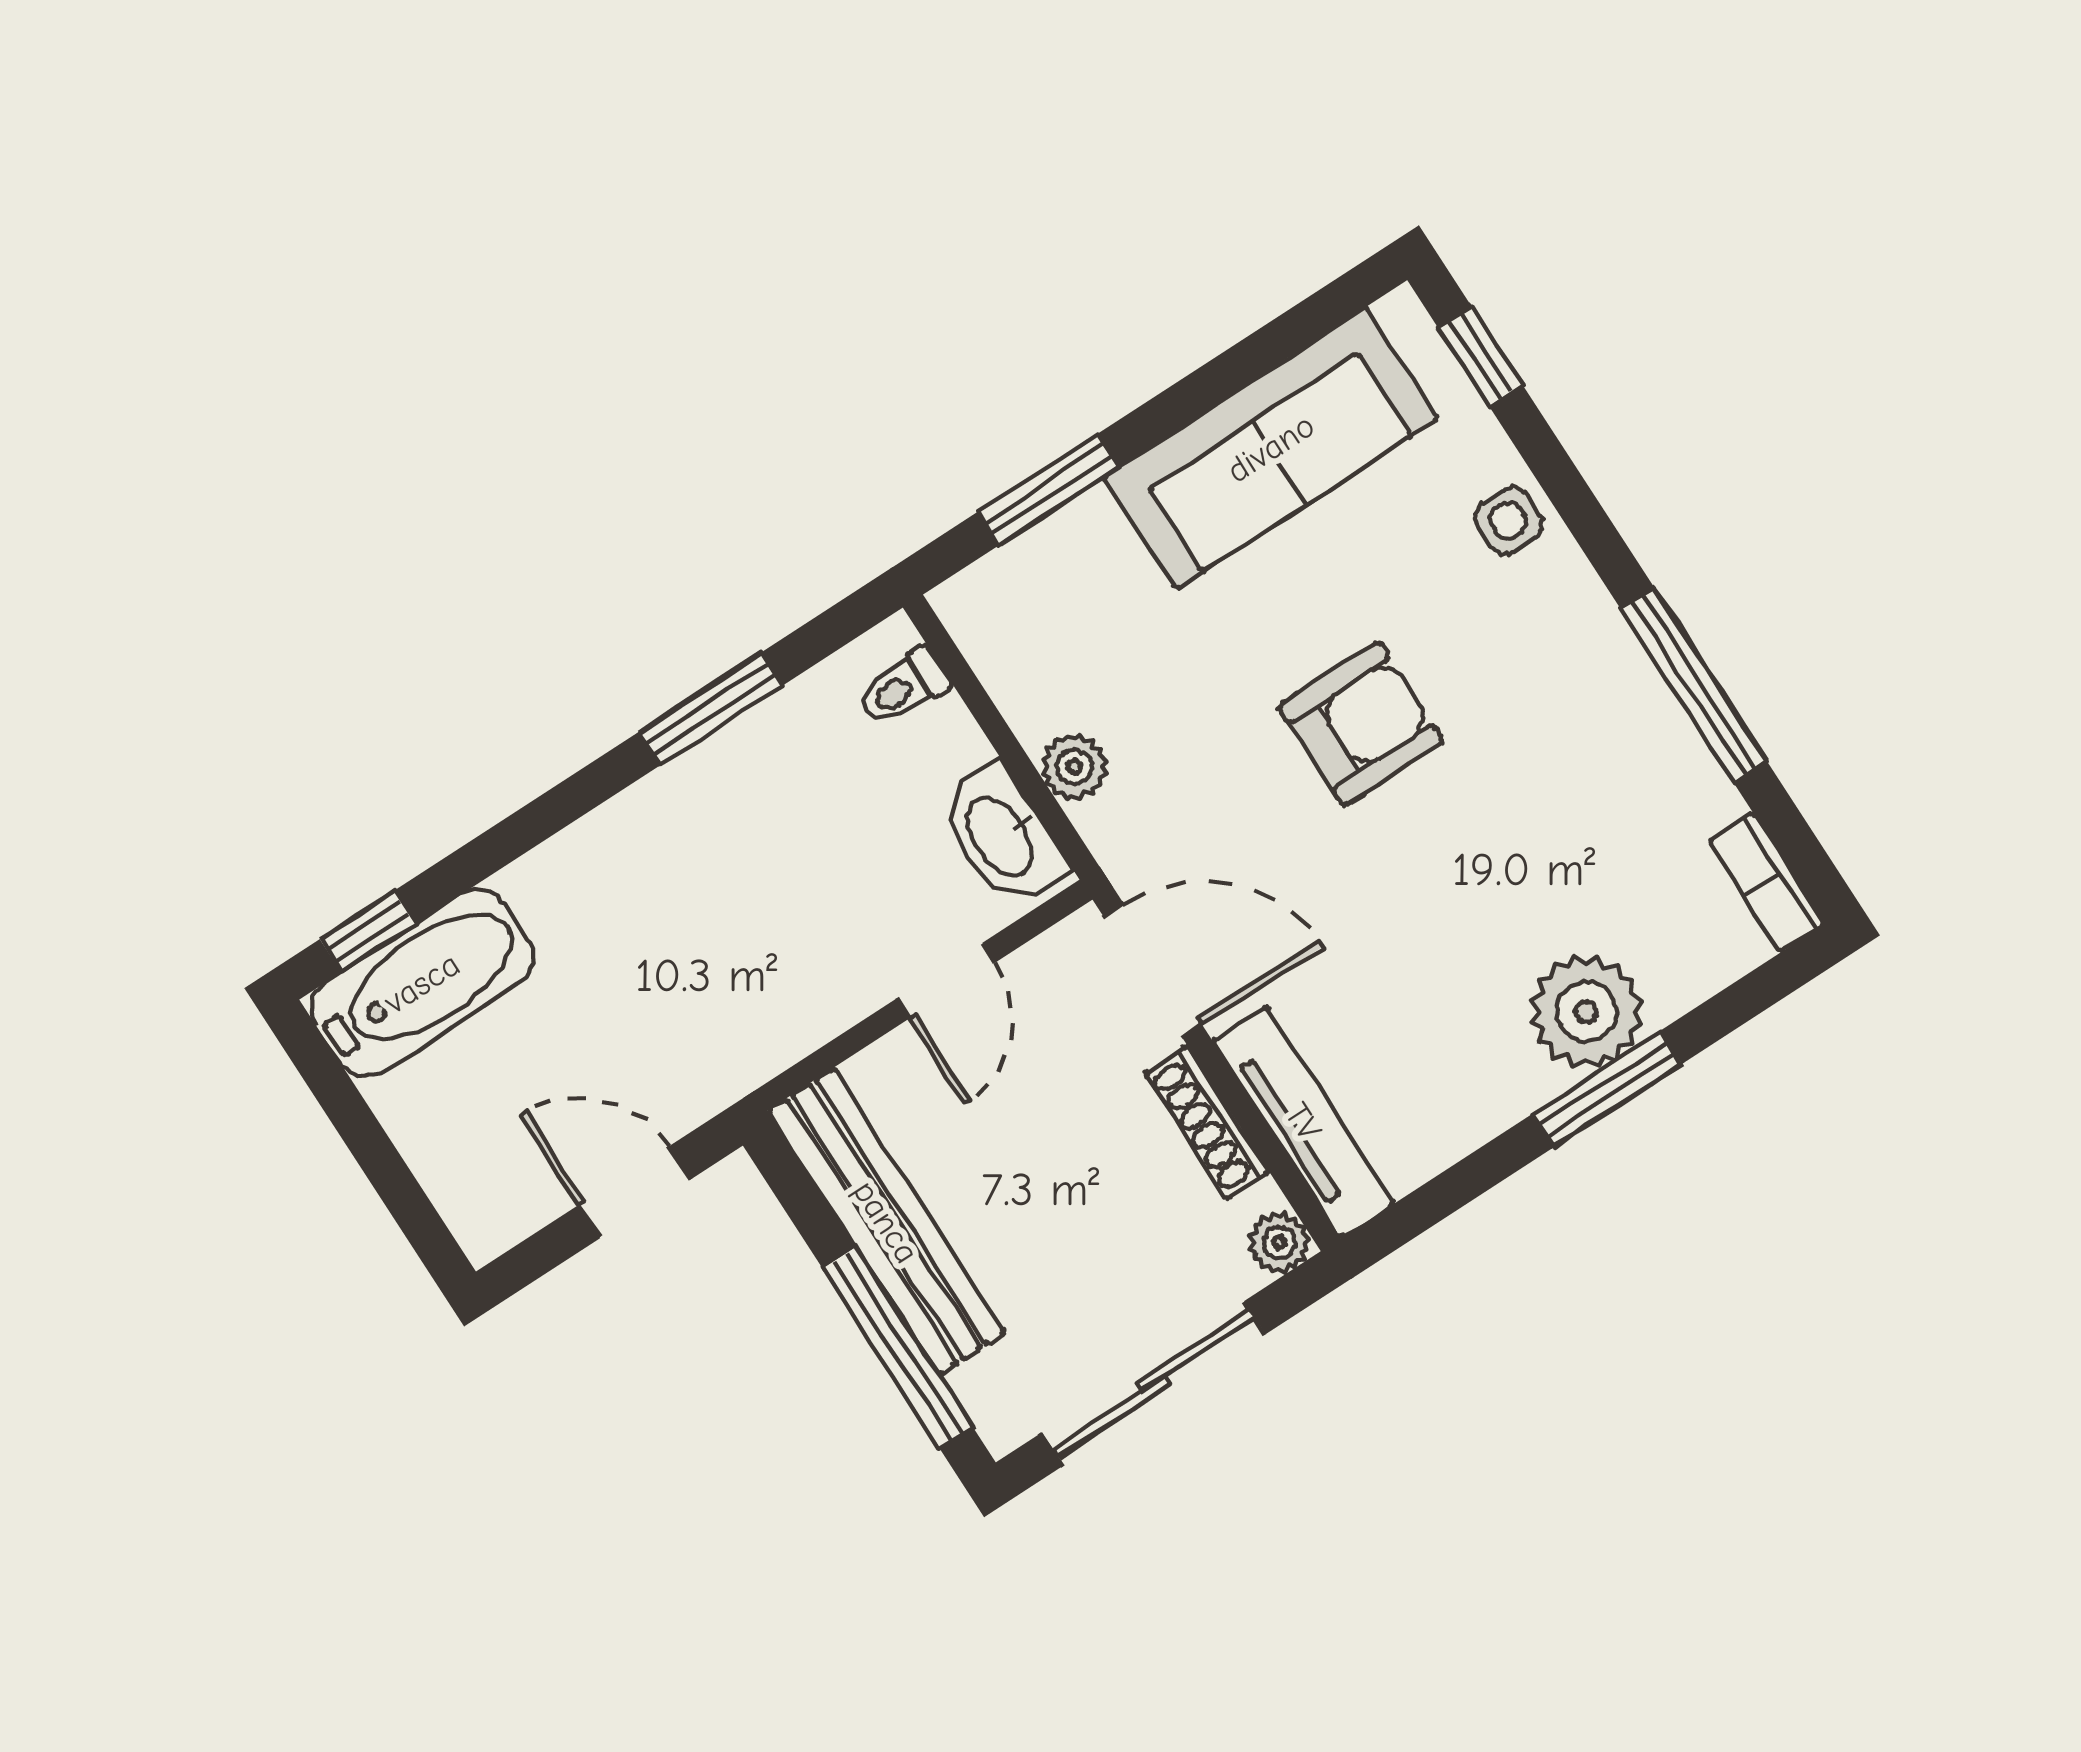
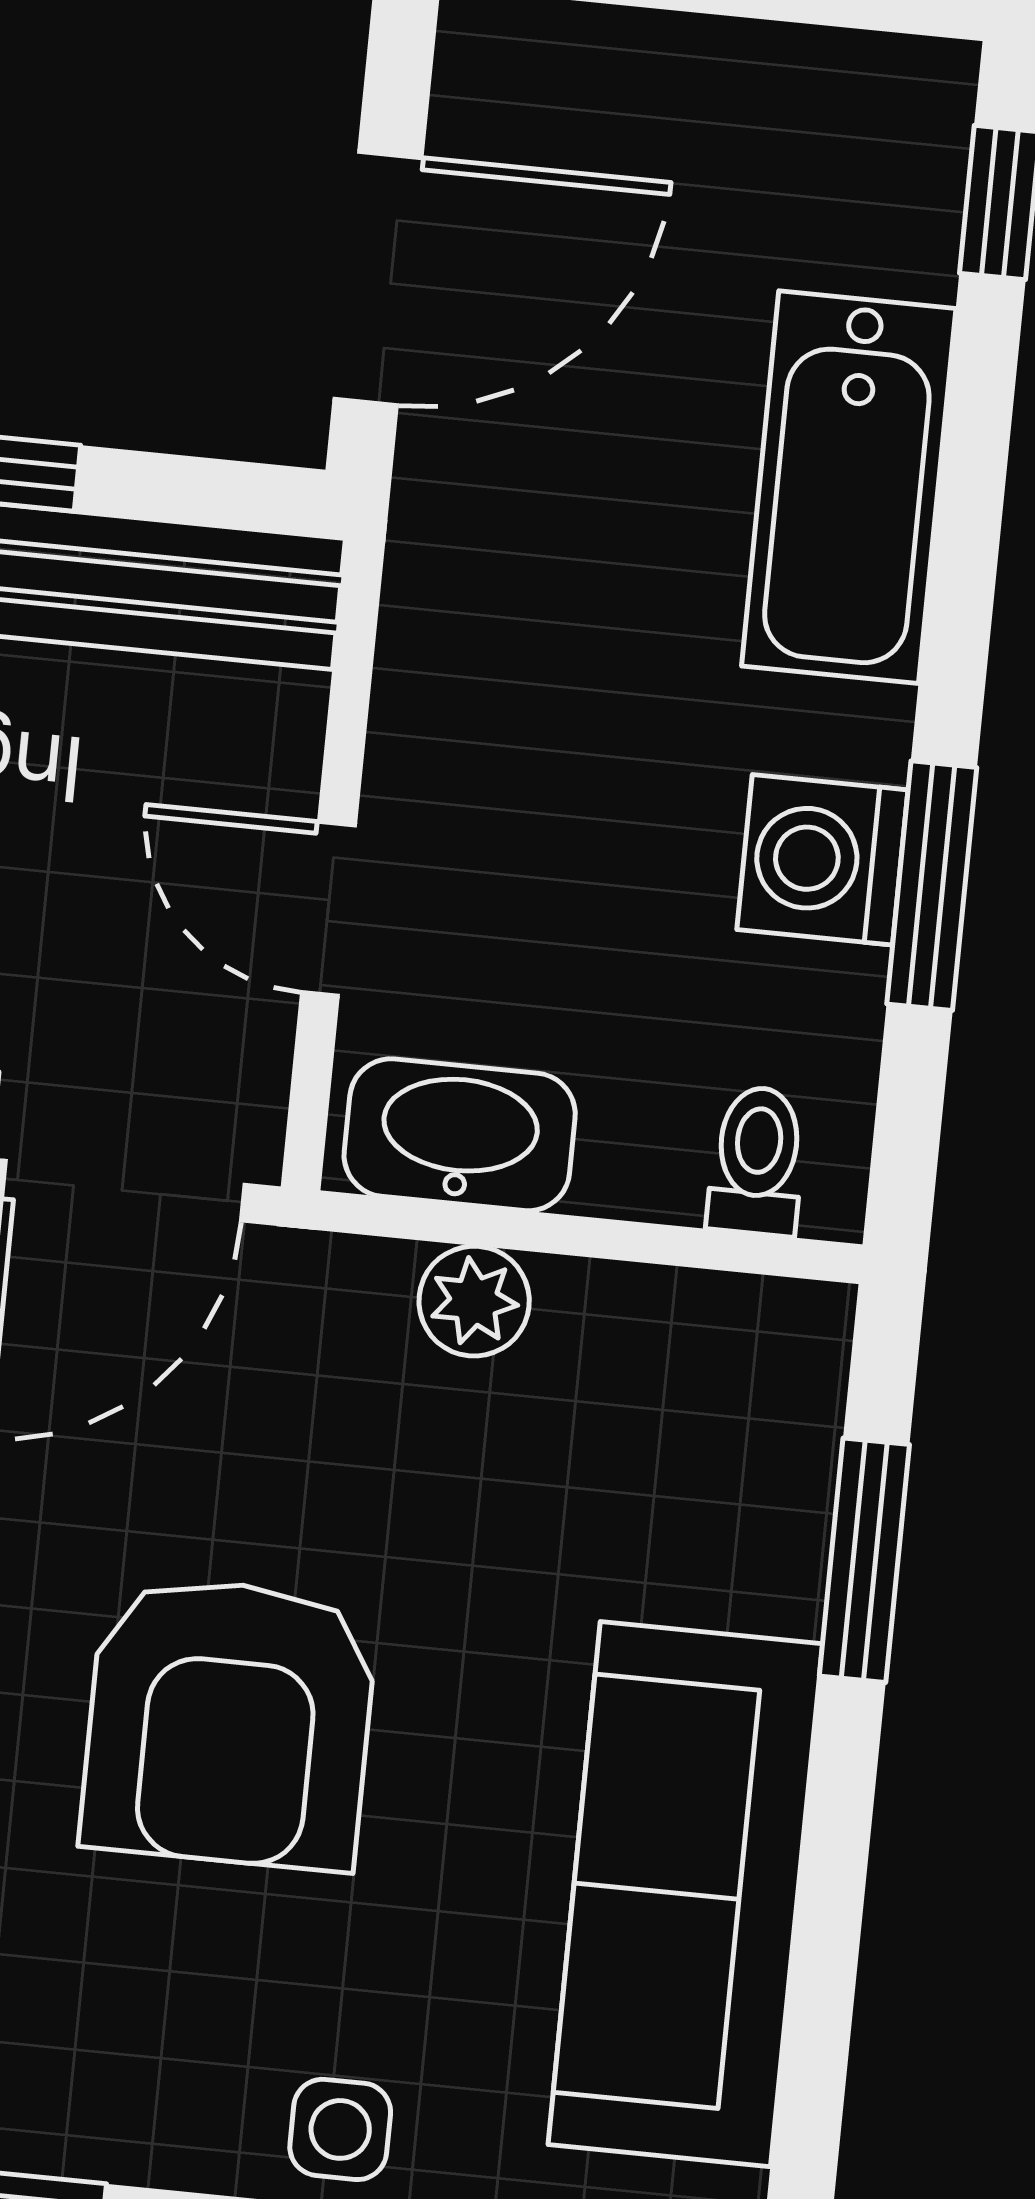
armchair: (1361, 724) -> (229, 1723), width x1.36, depth x1.36
washing machine: (739, 769) -> (822, 860), added
bathtub: (422, 983) -> (849, 487), moved
door: (634, 1192) -> (378, 278), width x1.38

